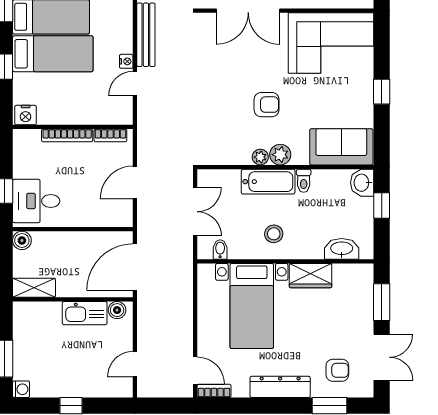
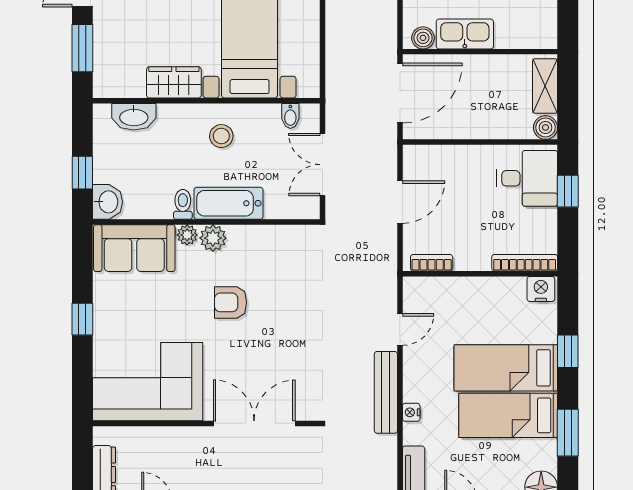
nightstand: (126, 61) -> (411, 412), moved
bookcase: (67, 135) -> (525, 263), moved
plant: (260, 157) -> (187, 235), moved
shelving: (34, 288) -> (545, 86), moved, turned 90

